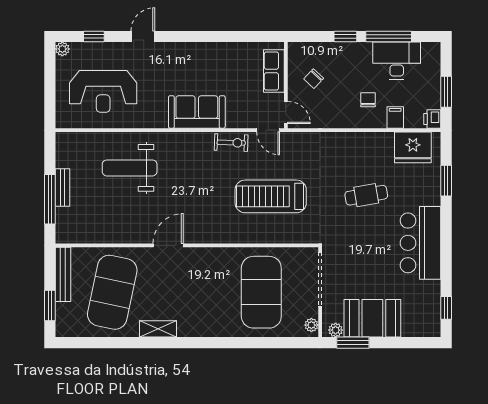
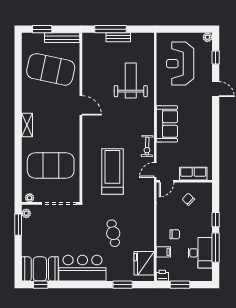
booth: (372, 318) -> (40, 269), moved, turned 90
shelving: (158, 329) -> (27, 125), moved

